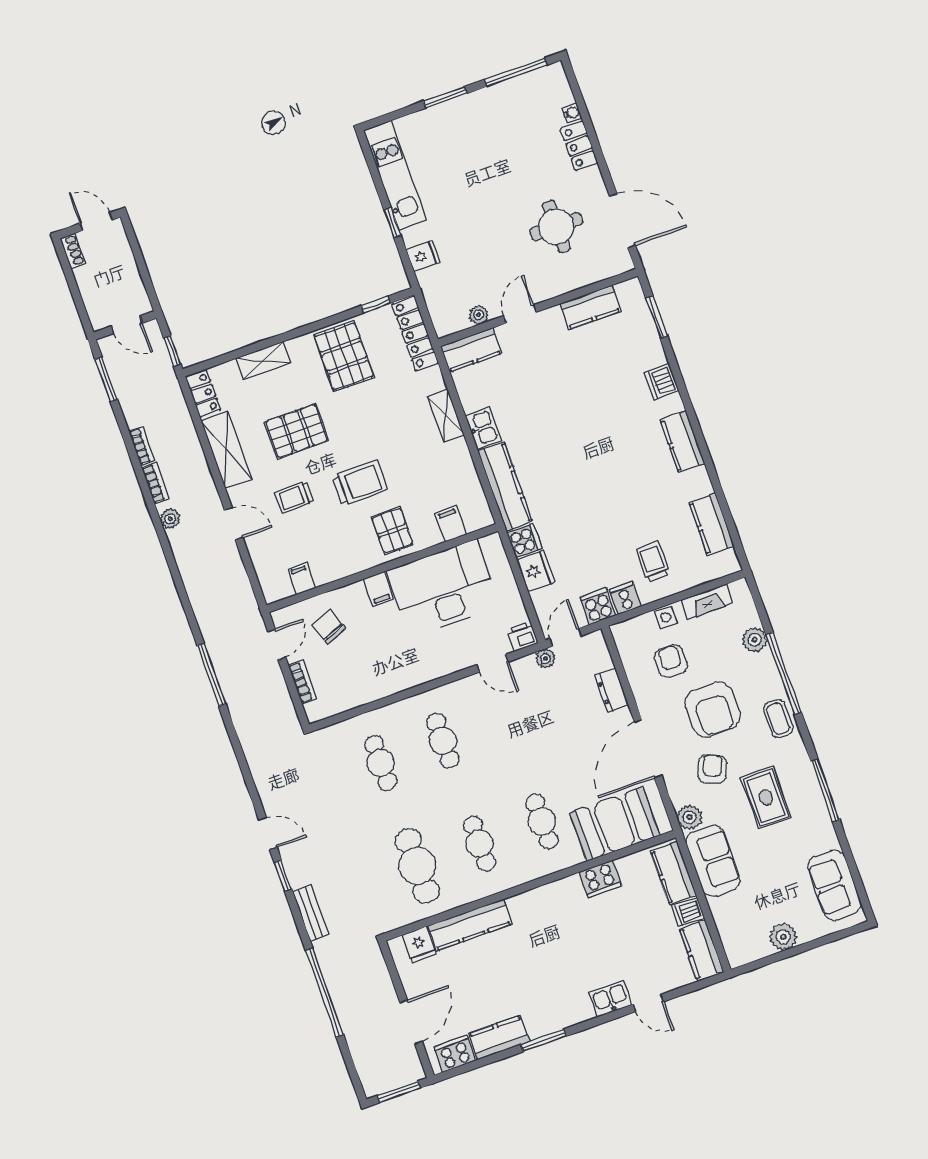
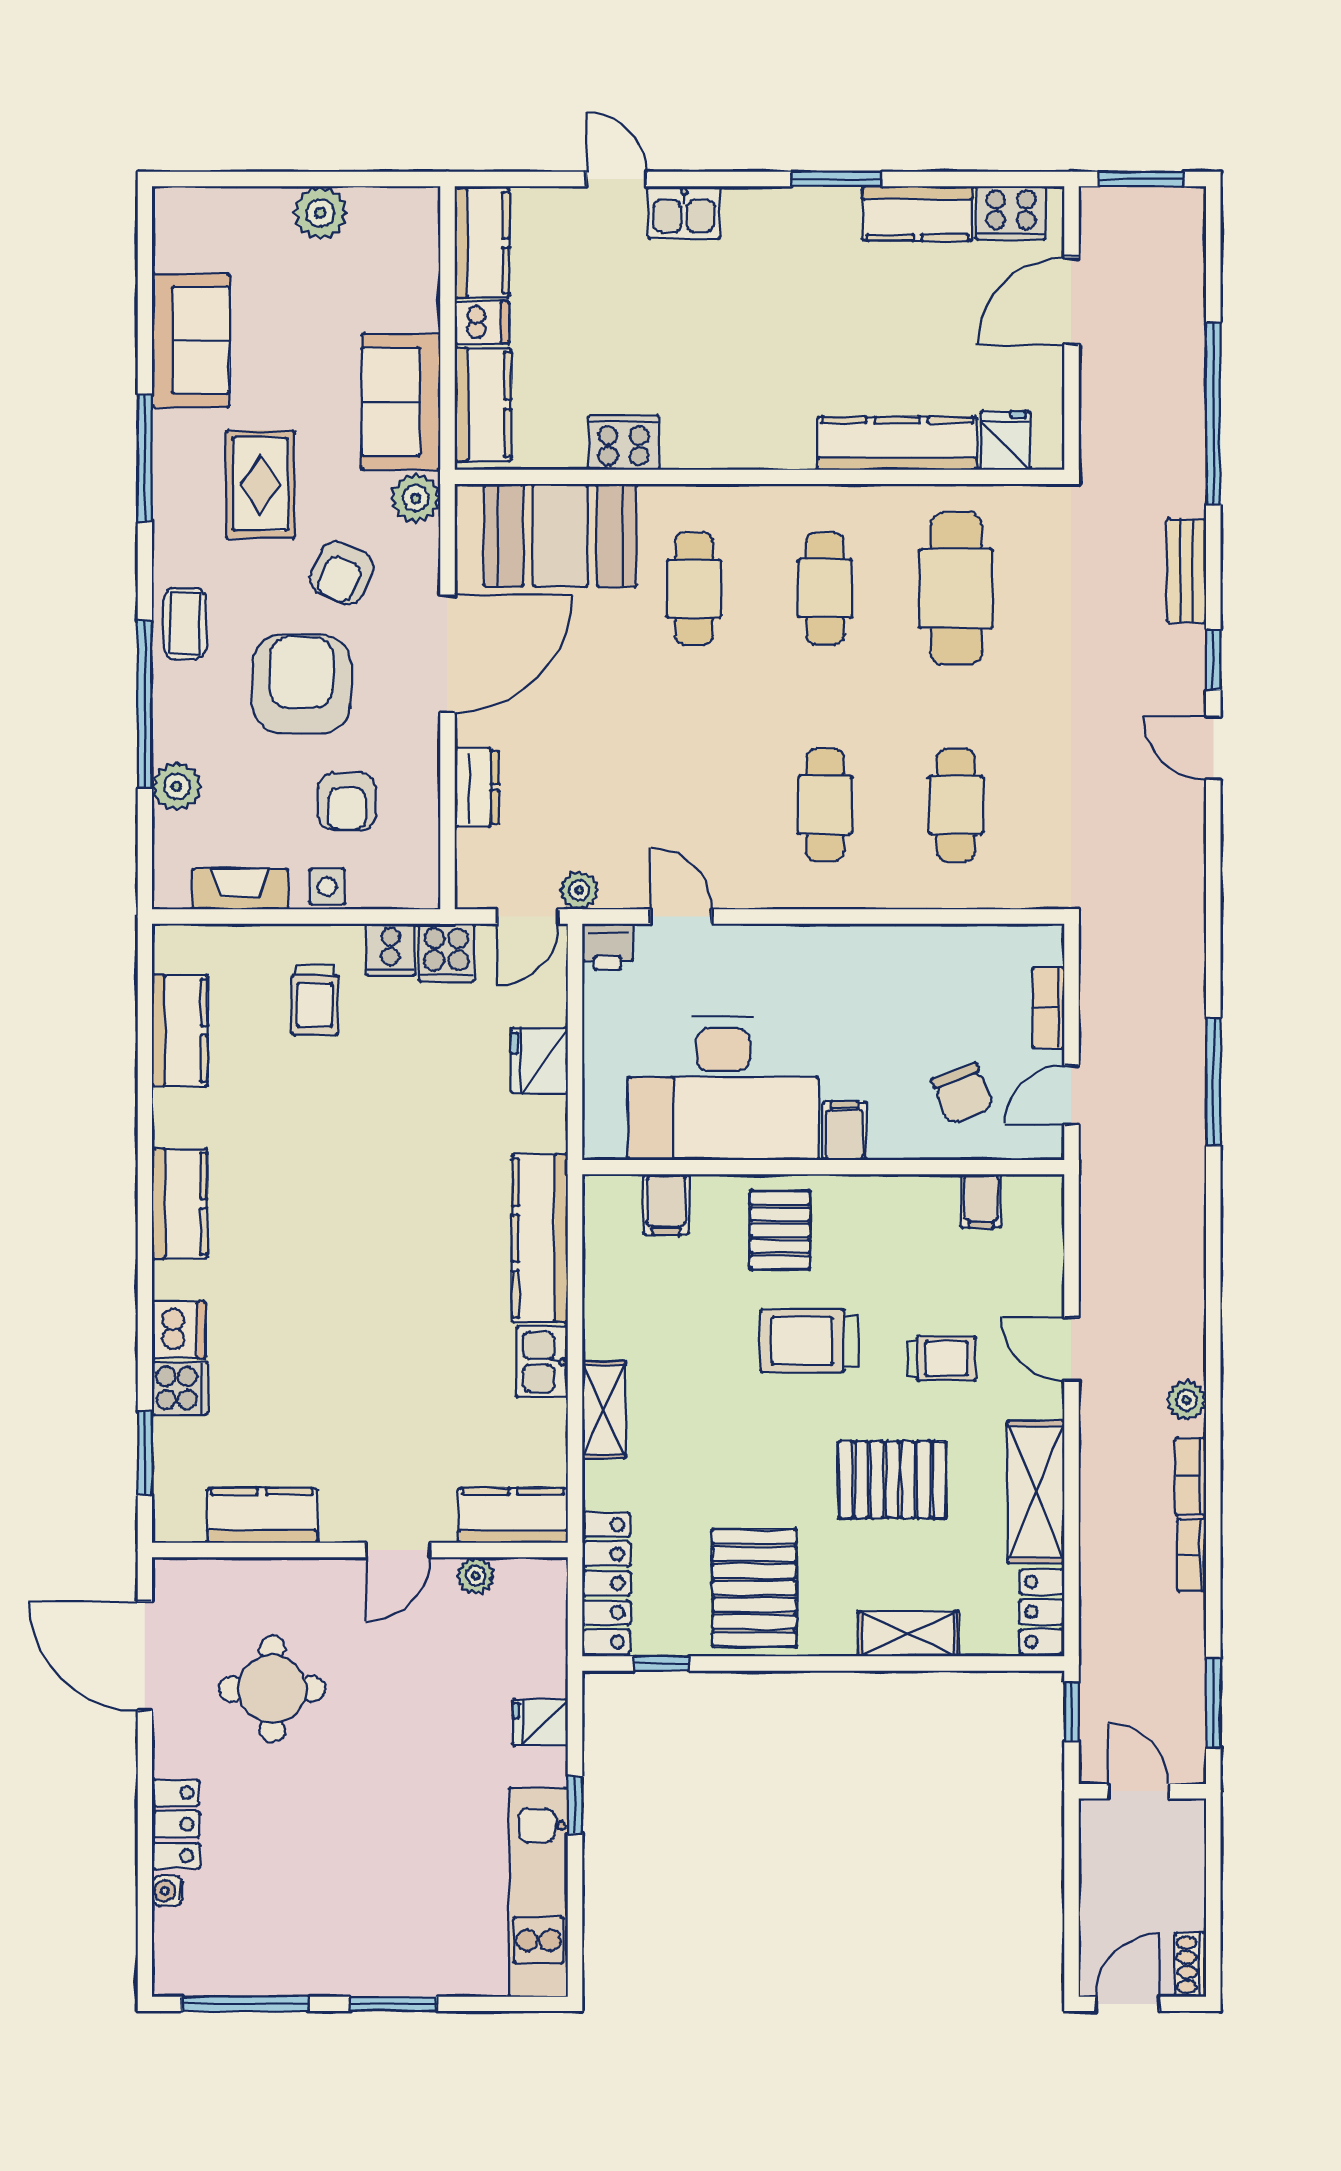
door: (96, 222) -> (1128, 2004), swing flipped
cooker: (524, 541) -> (180, 1388), moved, turned 180
sofa: (834, 885) -> (191, 340), moved

